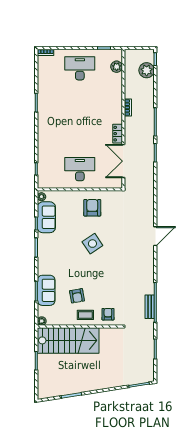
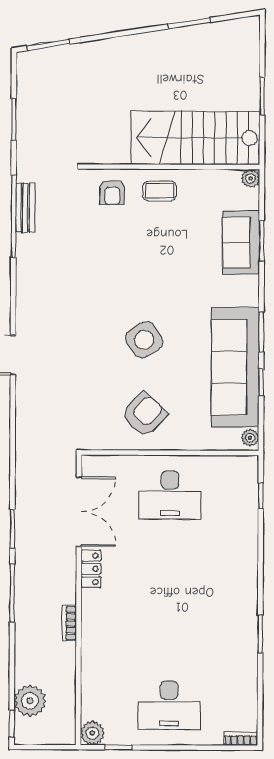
plant: (117, 67) -> (92, 733), moved
armchair: (92, 208) -> (144, 414), turned -137
sofa: (46, 217) -> (235, 367), width x1.85, depth x1.27
armchair: (77, 296) -> (177, 231), removed

